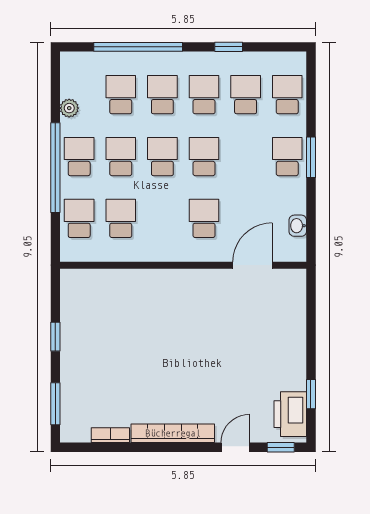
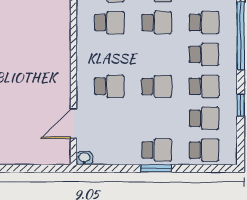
school desk: (162, 157) -> (157, 54), removed
washbasin: (298, 226) -> (84, 158), moved
door: (253, 265) -> (73, 124), swing flipped

